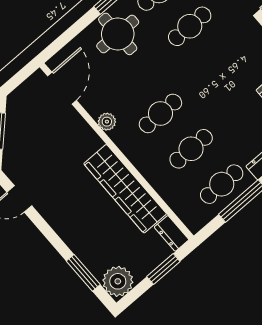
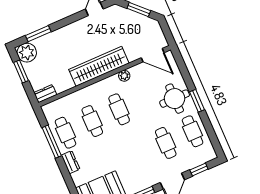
wardrobe: (125, 189) -> (99, 66), moved
window: (163, 269) -> (21, 72), moved

